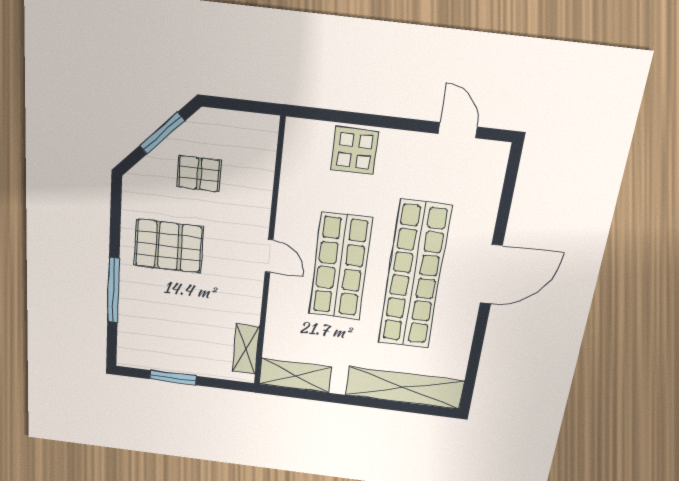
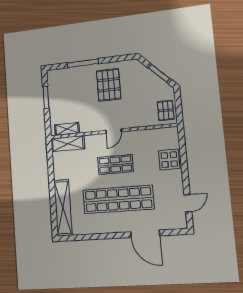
pallet: (199, 174) -> (166, 110), moved
shop shelf: (340, 266) -> (115, 165), width x0.70, depth x0.74
door: (491, 274) -> (145, 234), moved
shelving: (295, 375) -> (68, 144), moved, turned 90

